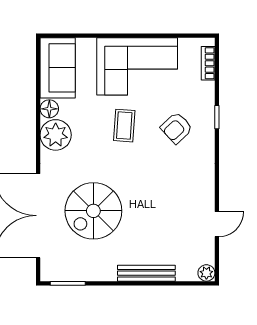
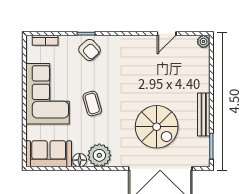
coffee table: (124, 126) -> (92, 104), turned 70
armchair: (177, 128) -> (89, 50), moved
door: (217, 224) -> (167, 34), swing flipped
bench: (146, 273) -> (204, 114), moved

